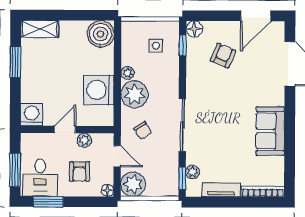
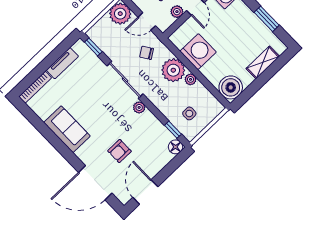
shelving: (40, 29) -> (263, 62), moved
armchair: (223, 56) -> (119, 151), moved, turned 67
plant: (193, 172) -> (139, 107), moved

